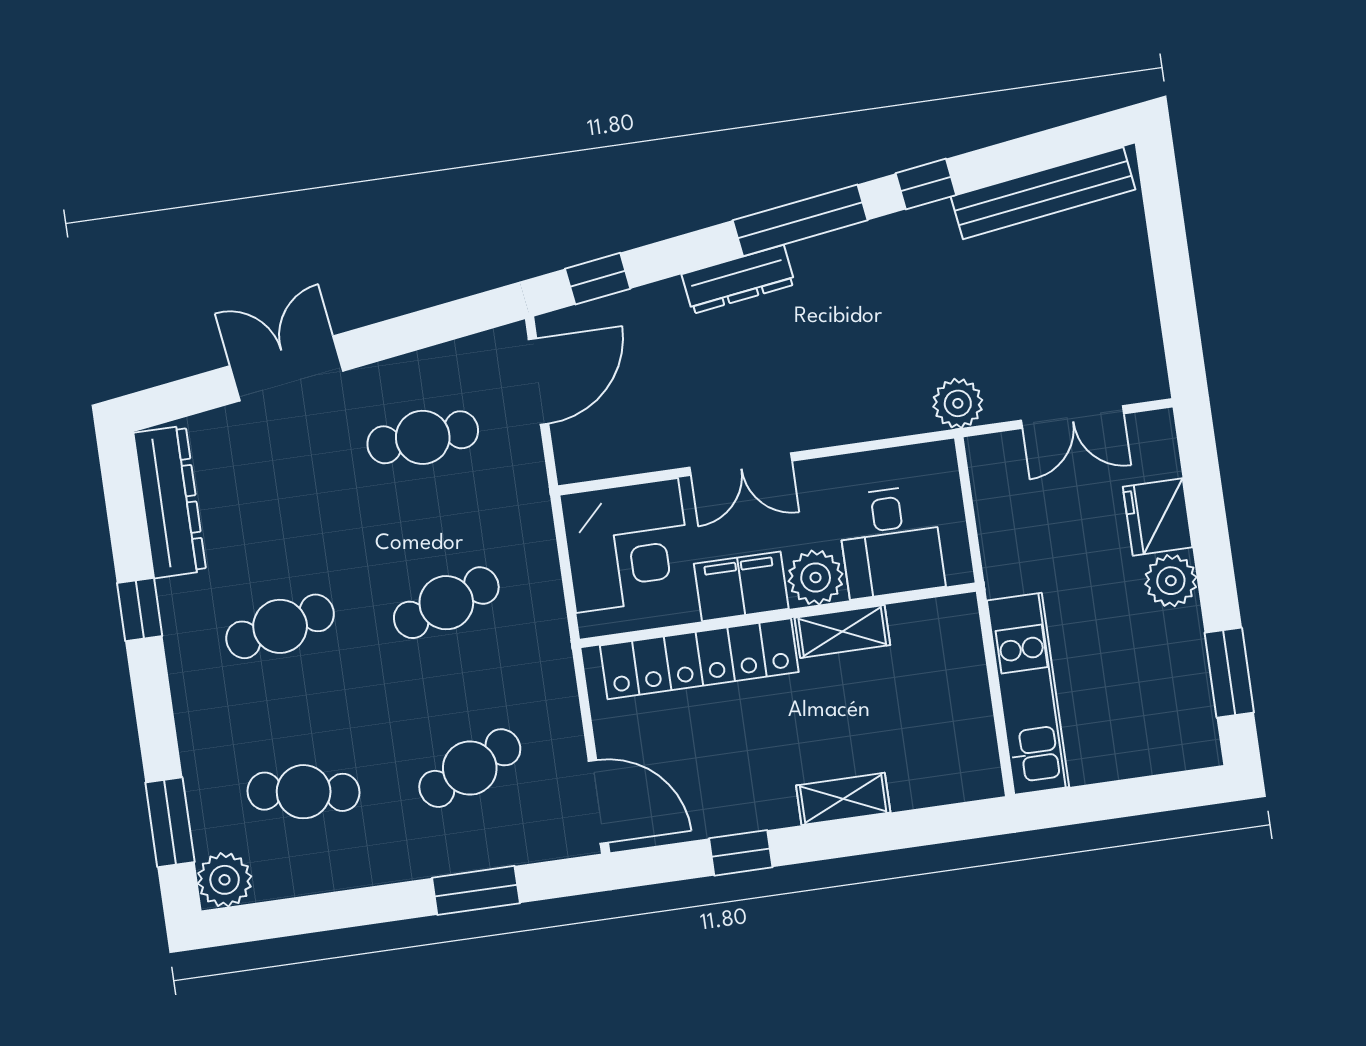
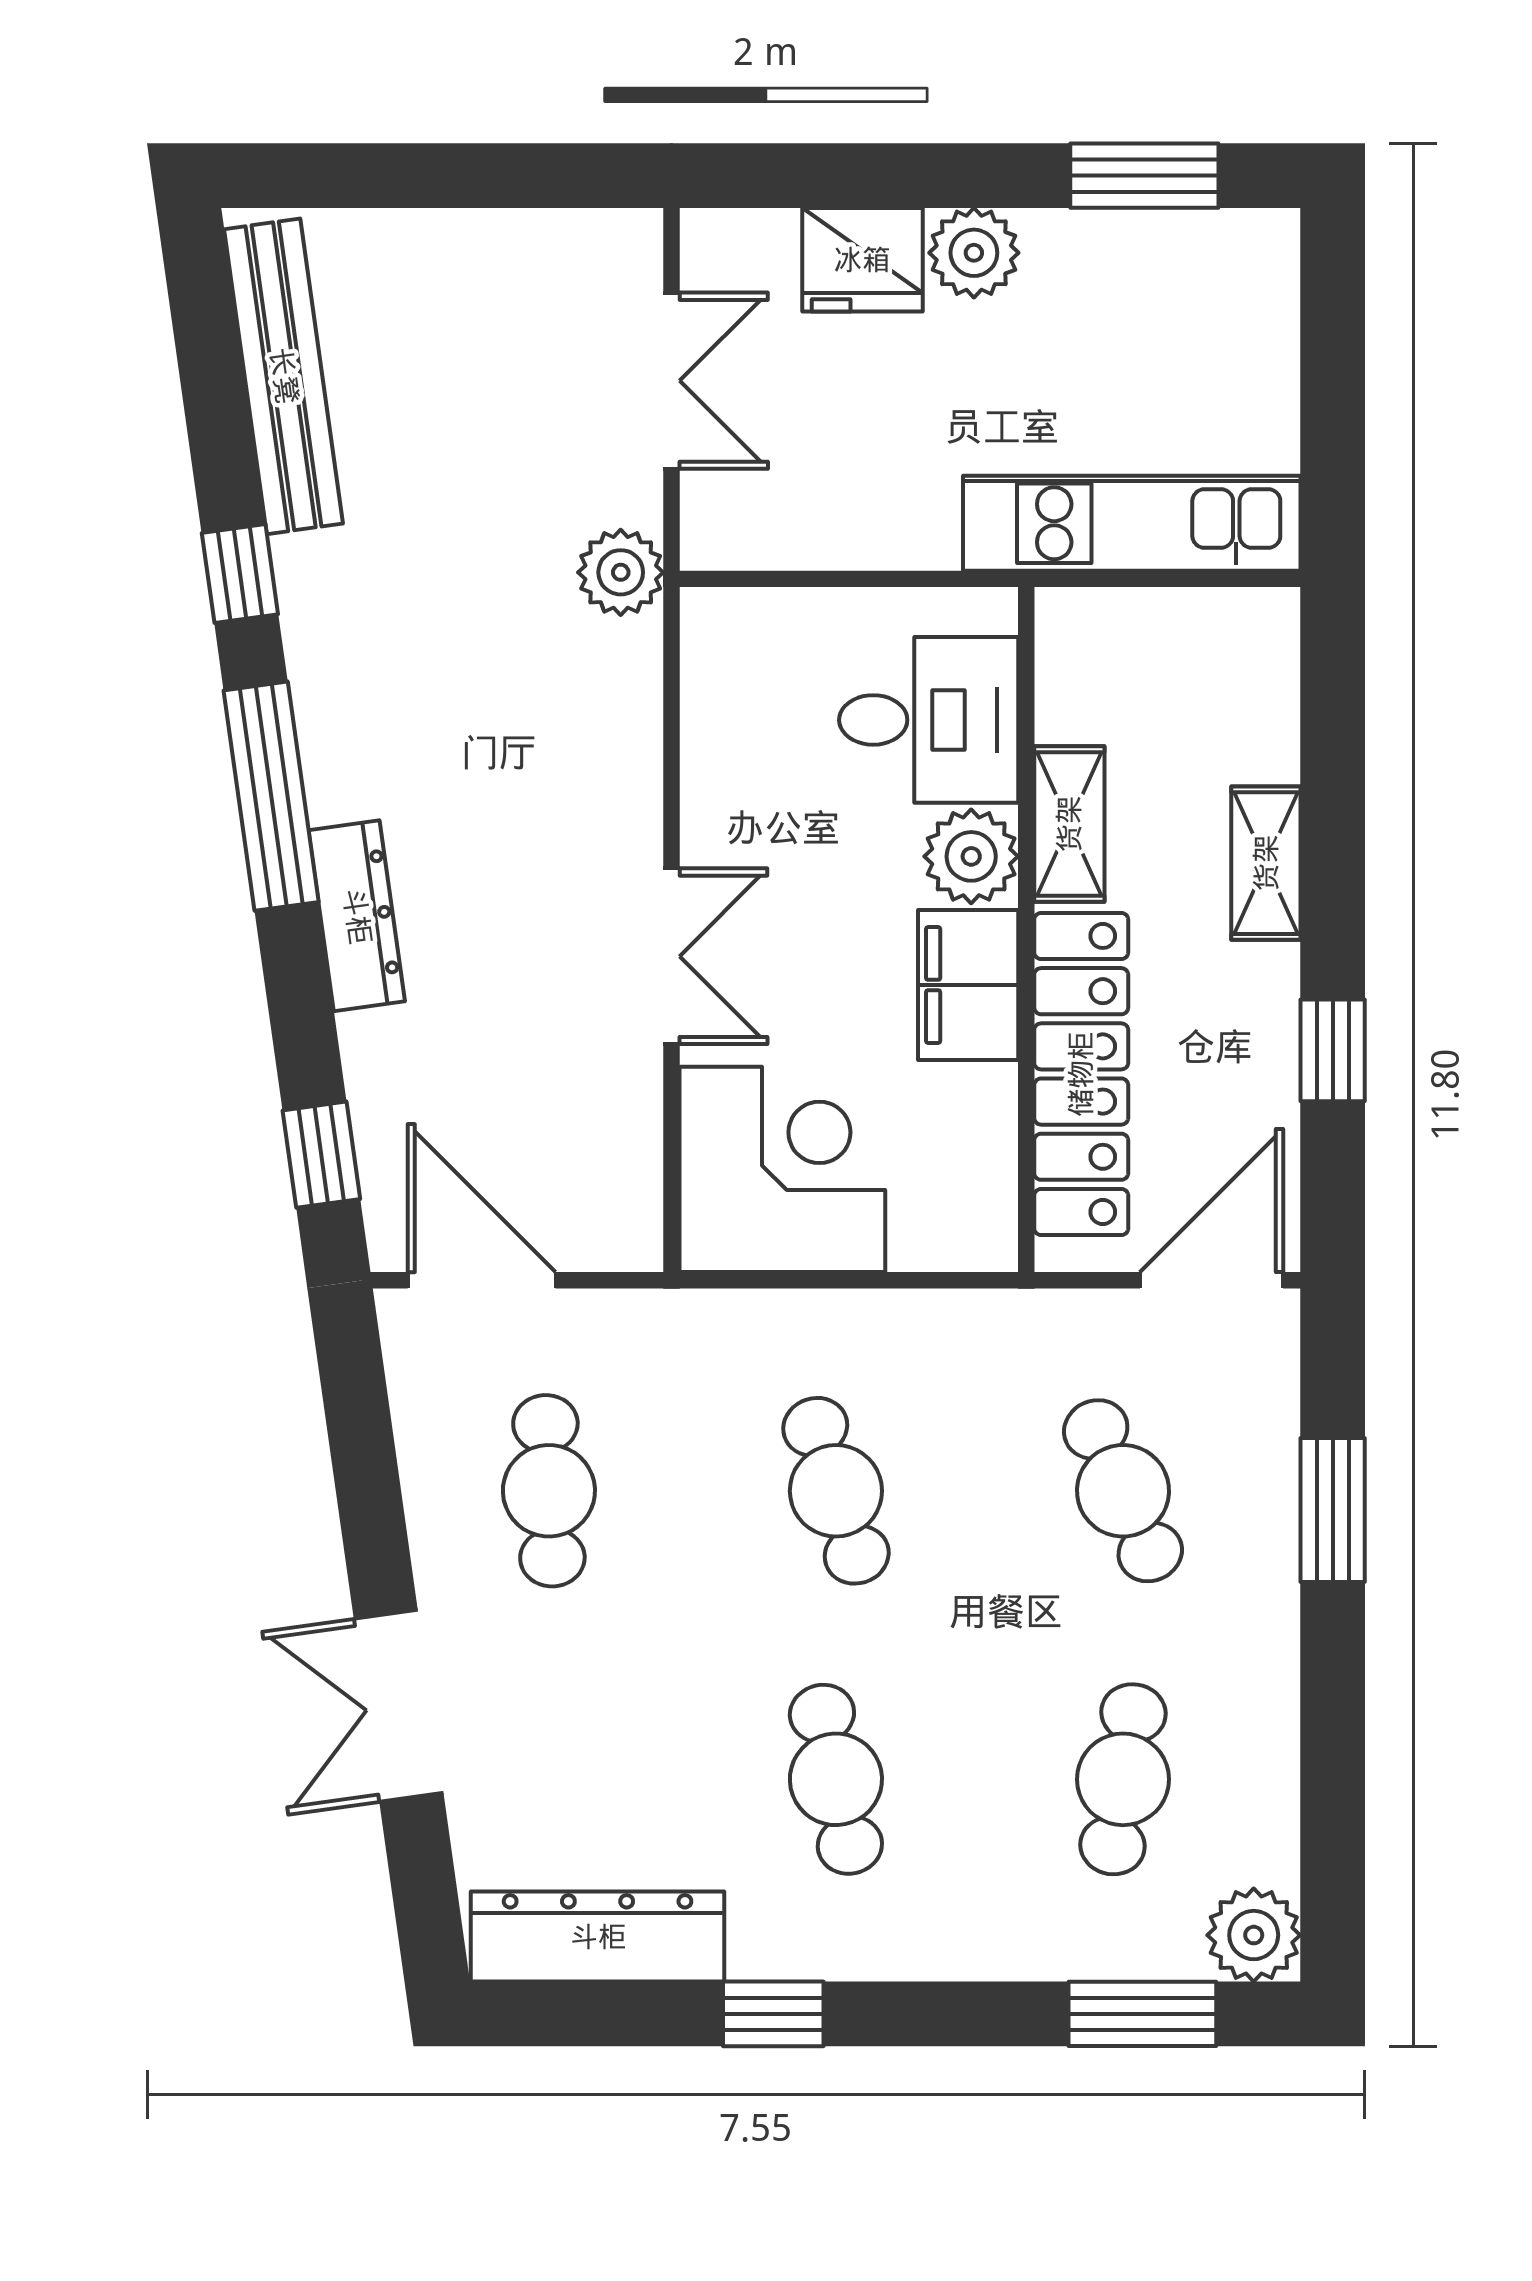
desk: (891, 542) -> (929, 720), moved
plant: (816, 578) -> (971, 856), moved
filing cabinet: (741, 586) -> (968, 985), moved
wall: (778, 615) -> (1026, 930), moved
shelving: (842, 631) -> (1069, 824), moved
locker: (699, 659) -> (1081, 1074), moved

